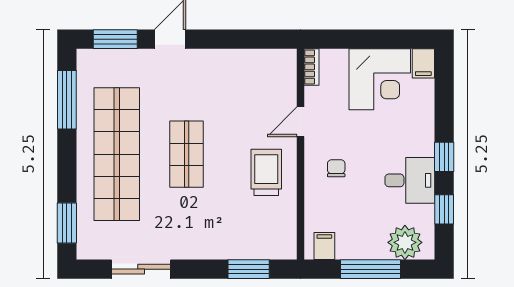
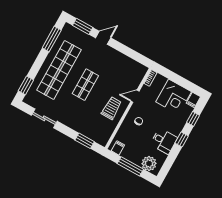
window: (444, 209) -> (193, 119), moved

